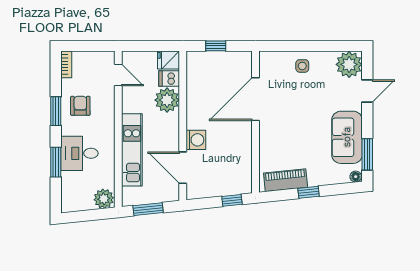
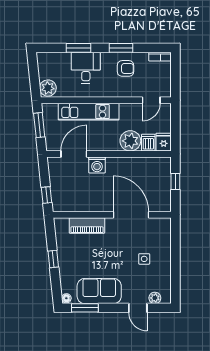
plant: (349, 64) -> (155, 298), width x0.53, depth x0.53
side table: (302, 66) -> (144, 259), moved
piano: (286, 180) -> (87, 225), moved, turned 96

